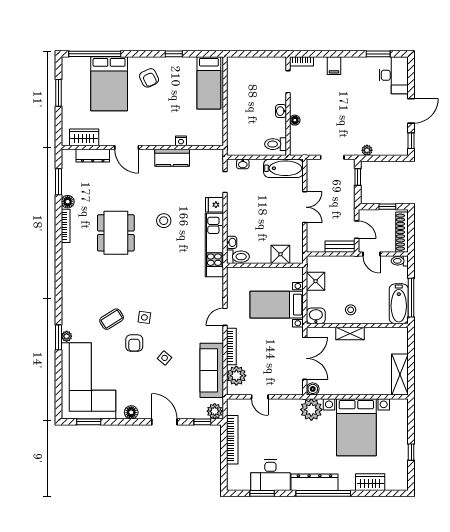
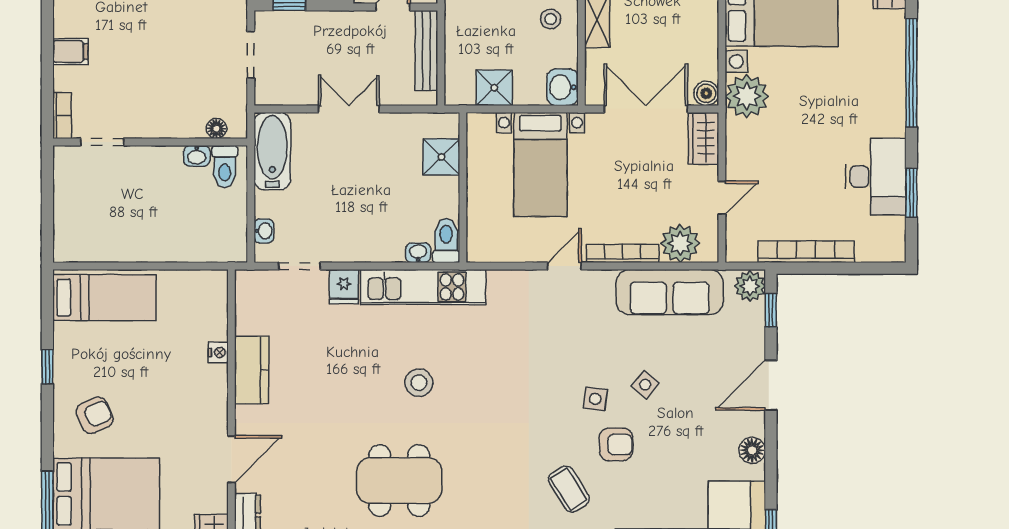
washbasin: (281, 111) -> (197, 156), moved
floor lamp: (295, 120) -> (216, 129), moved
stool: (164, 221) -> (419, 383), moved
bench: (340, 247) -> (426, 51), width x1.36
side table: (144, 317) -> (595, 399), moved
door: (225, 317) -> (564, 266), swing flipped
wardrobe: (290, 388) -> (703, 138), added
dresser: (314, 482) -> (890, 90), removed

